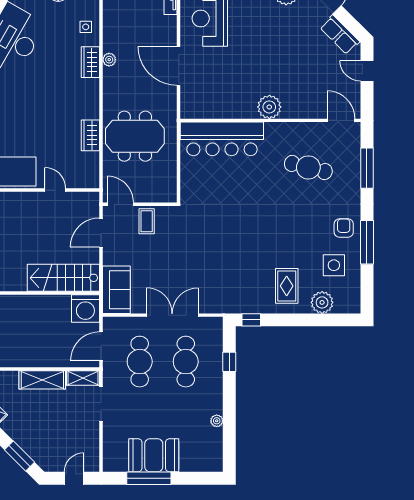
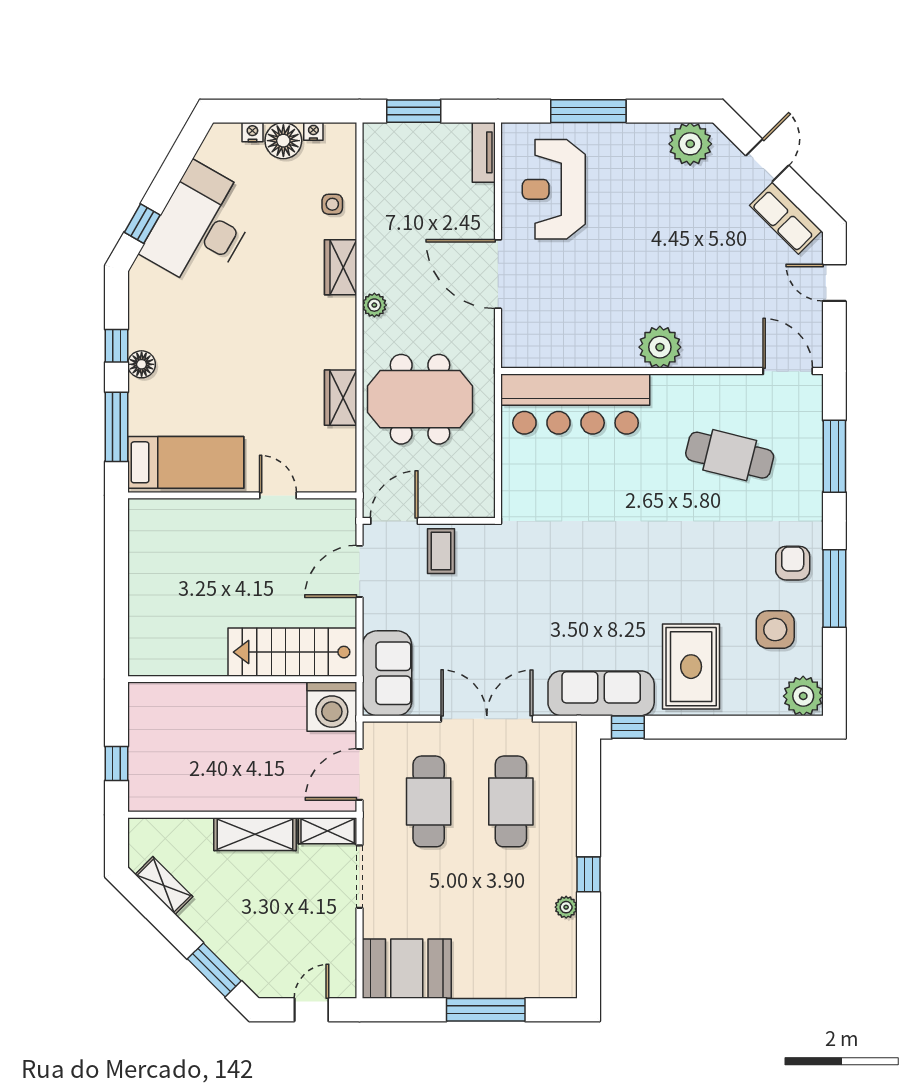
plant: (109, 60) -> (374, 305), moved
door: (120, 204) -> (394, 521), hinge flipped
rug: (287, 286) -> (691, 667), width x1.36, depth x1.43
sofa: (236, 301) -> (601, 693), added
plant: (322, 302) -> (803, 696), moved
window: (229, 362) -> (588, 874), moved
booth: (154, 455) -> (407, 969), moved
window: (149, 478) -> (486, 1010), moved

